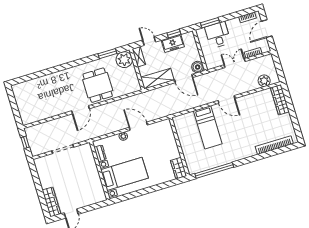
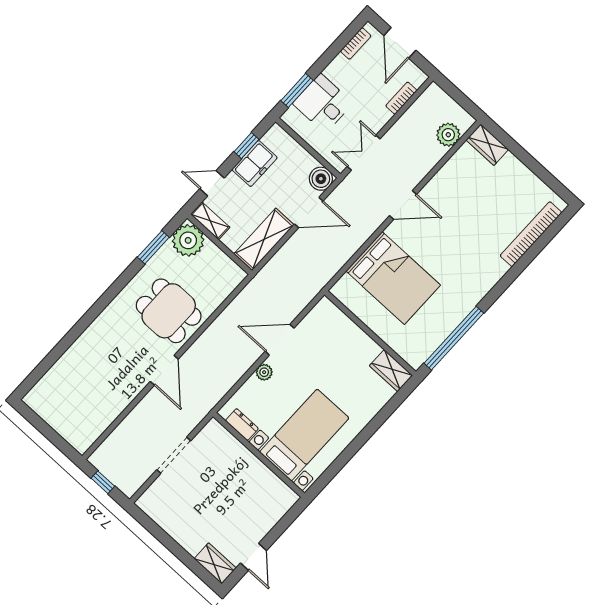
double door: (235, 63) -> (364, 153), moved
wardrobe: (280, 100) -> (487, 145), width x0.67
bed: (208, 127) -> (393, 278), width x1.50
wardrobe: (51, 202) -> (215, 563), width x0.67

